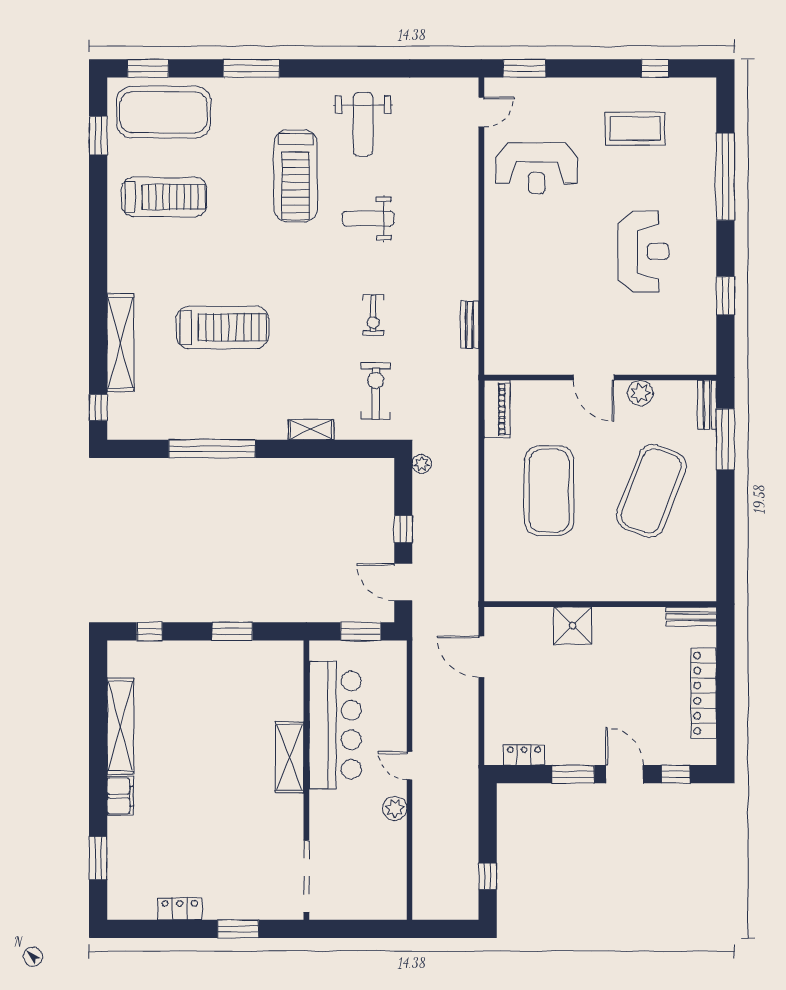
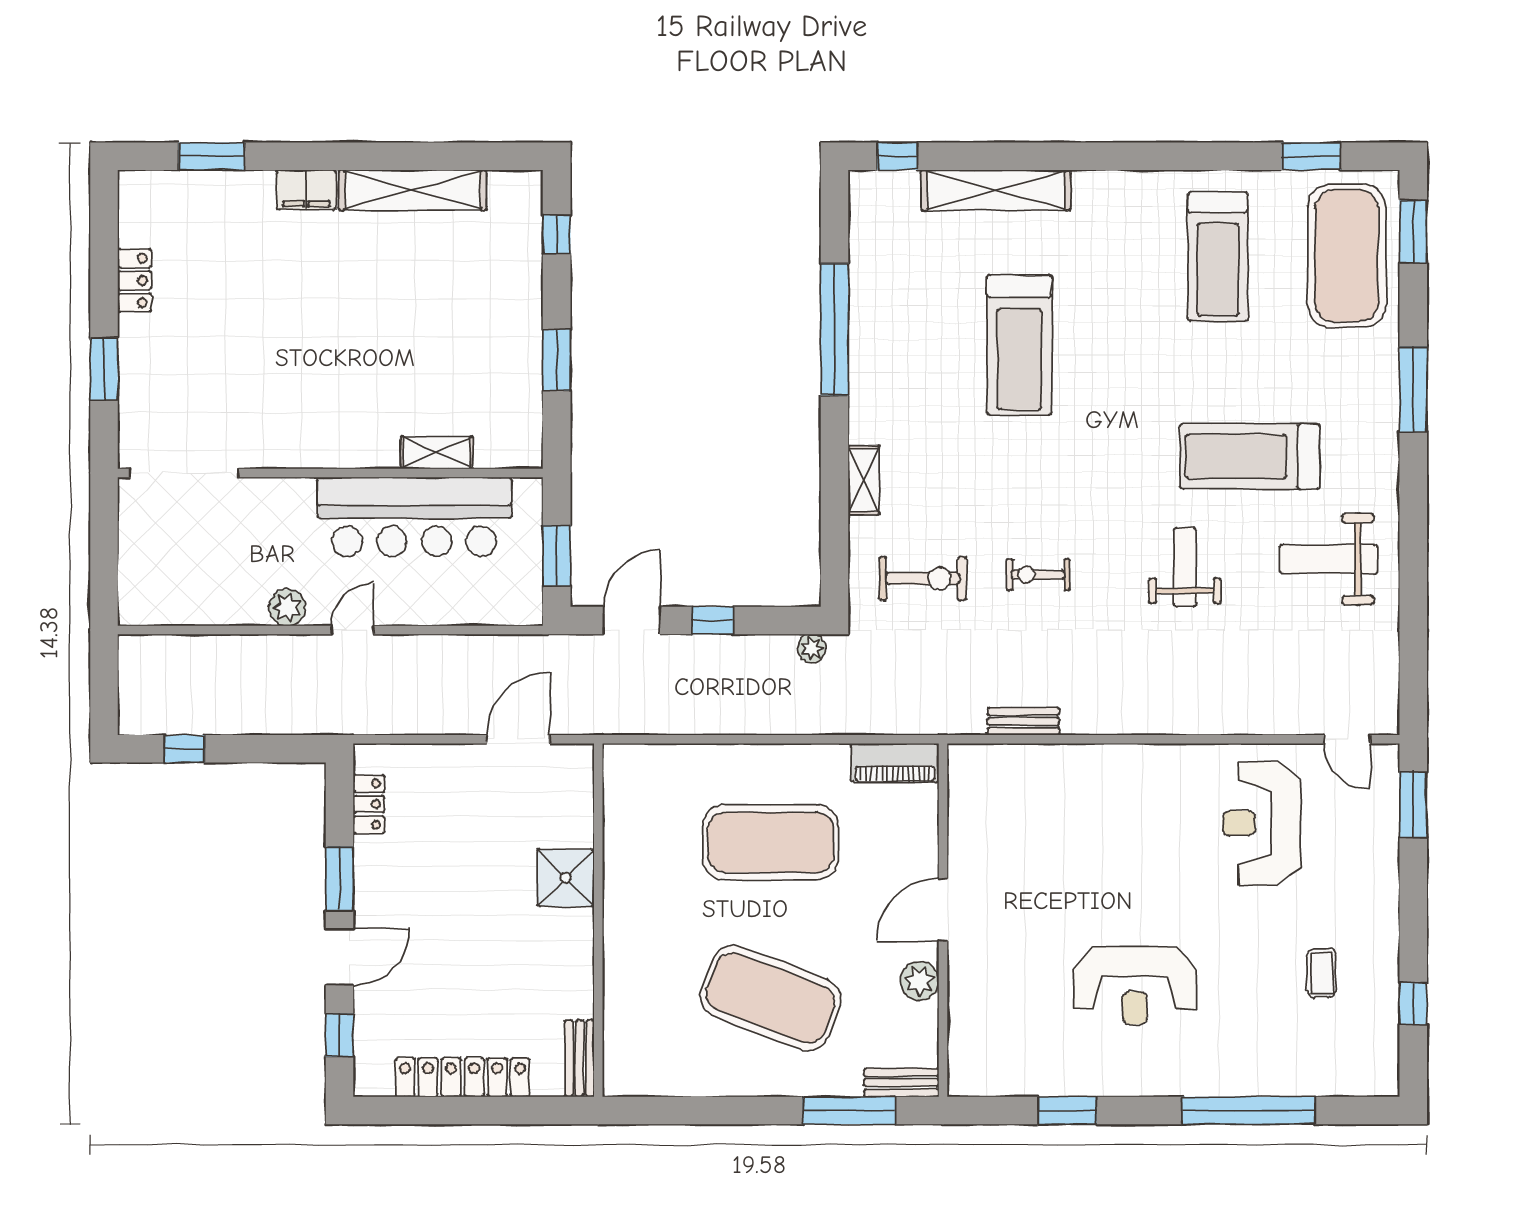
coffee table: (635, 129) -> (1322, 973), width x0.54, depth x0.58
shelving: (289, 757) -> (437, 453), moved, width x0.67, depth x0.75

